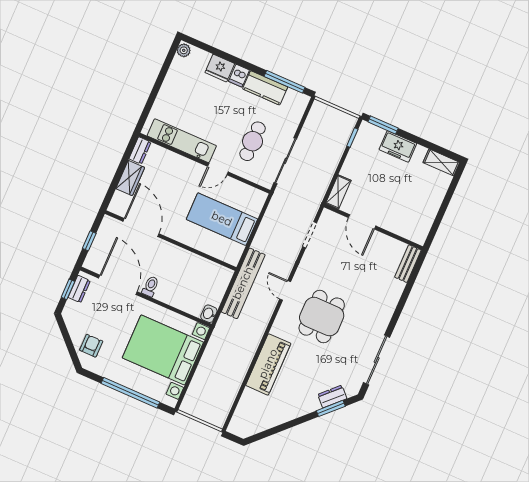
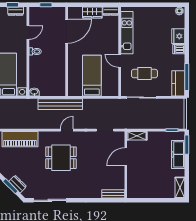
kitchen counter: (265, 88) -> (178, 83), moved
freezer: (398, 146) -> (178, 154), width x1.40
door: (118, 285) -> (28, 32), width x0.53

